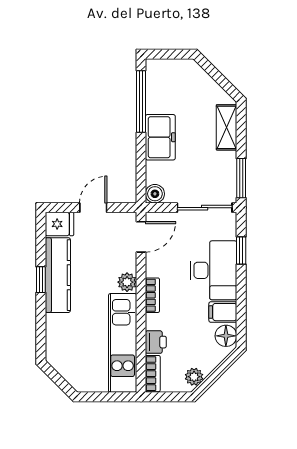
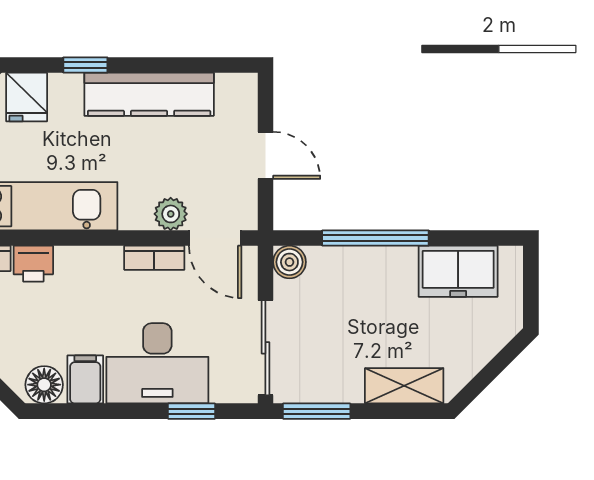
window: (141, 102) -> (375, 238), moved
freezer: (160, 137) -> (458, 271), moved
fridge: (59, 224) -> (27, 97), moved
window: (41, 280) -> (85, 65), moved
plant: (127, 282) -> (171, 214), moved
bookcase: (152, 295) -> (154, 258), moved

